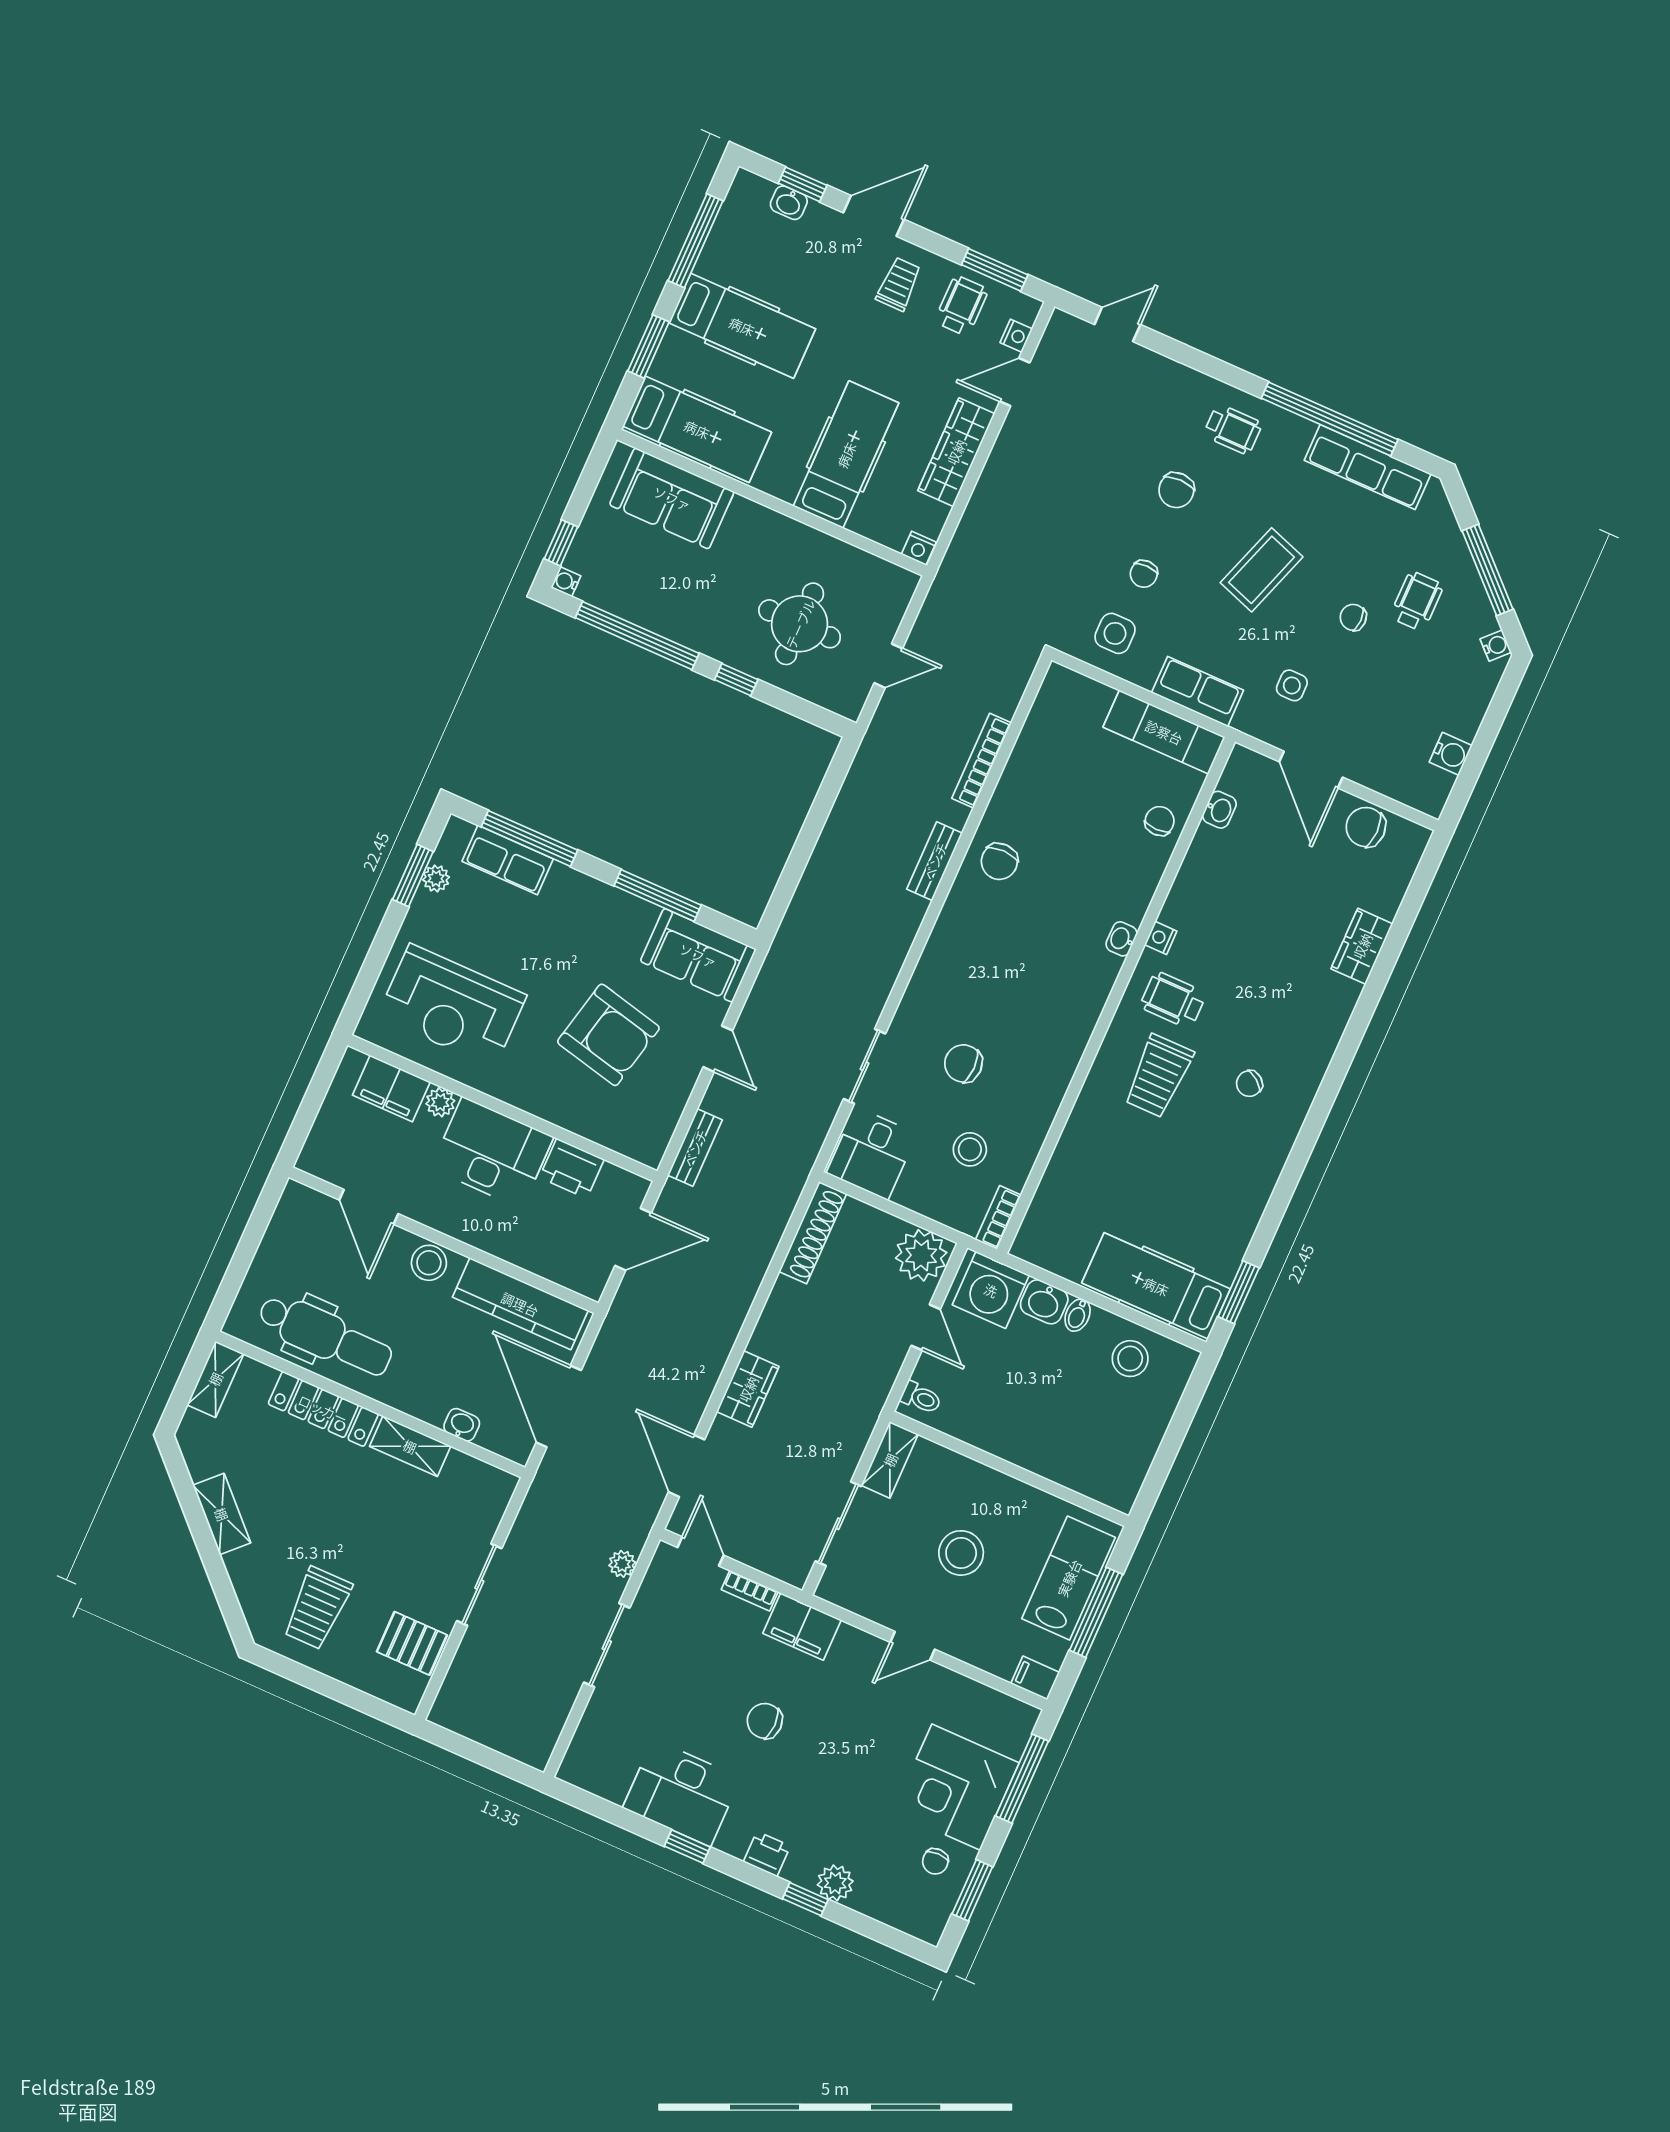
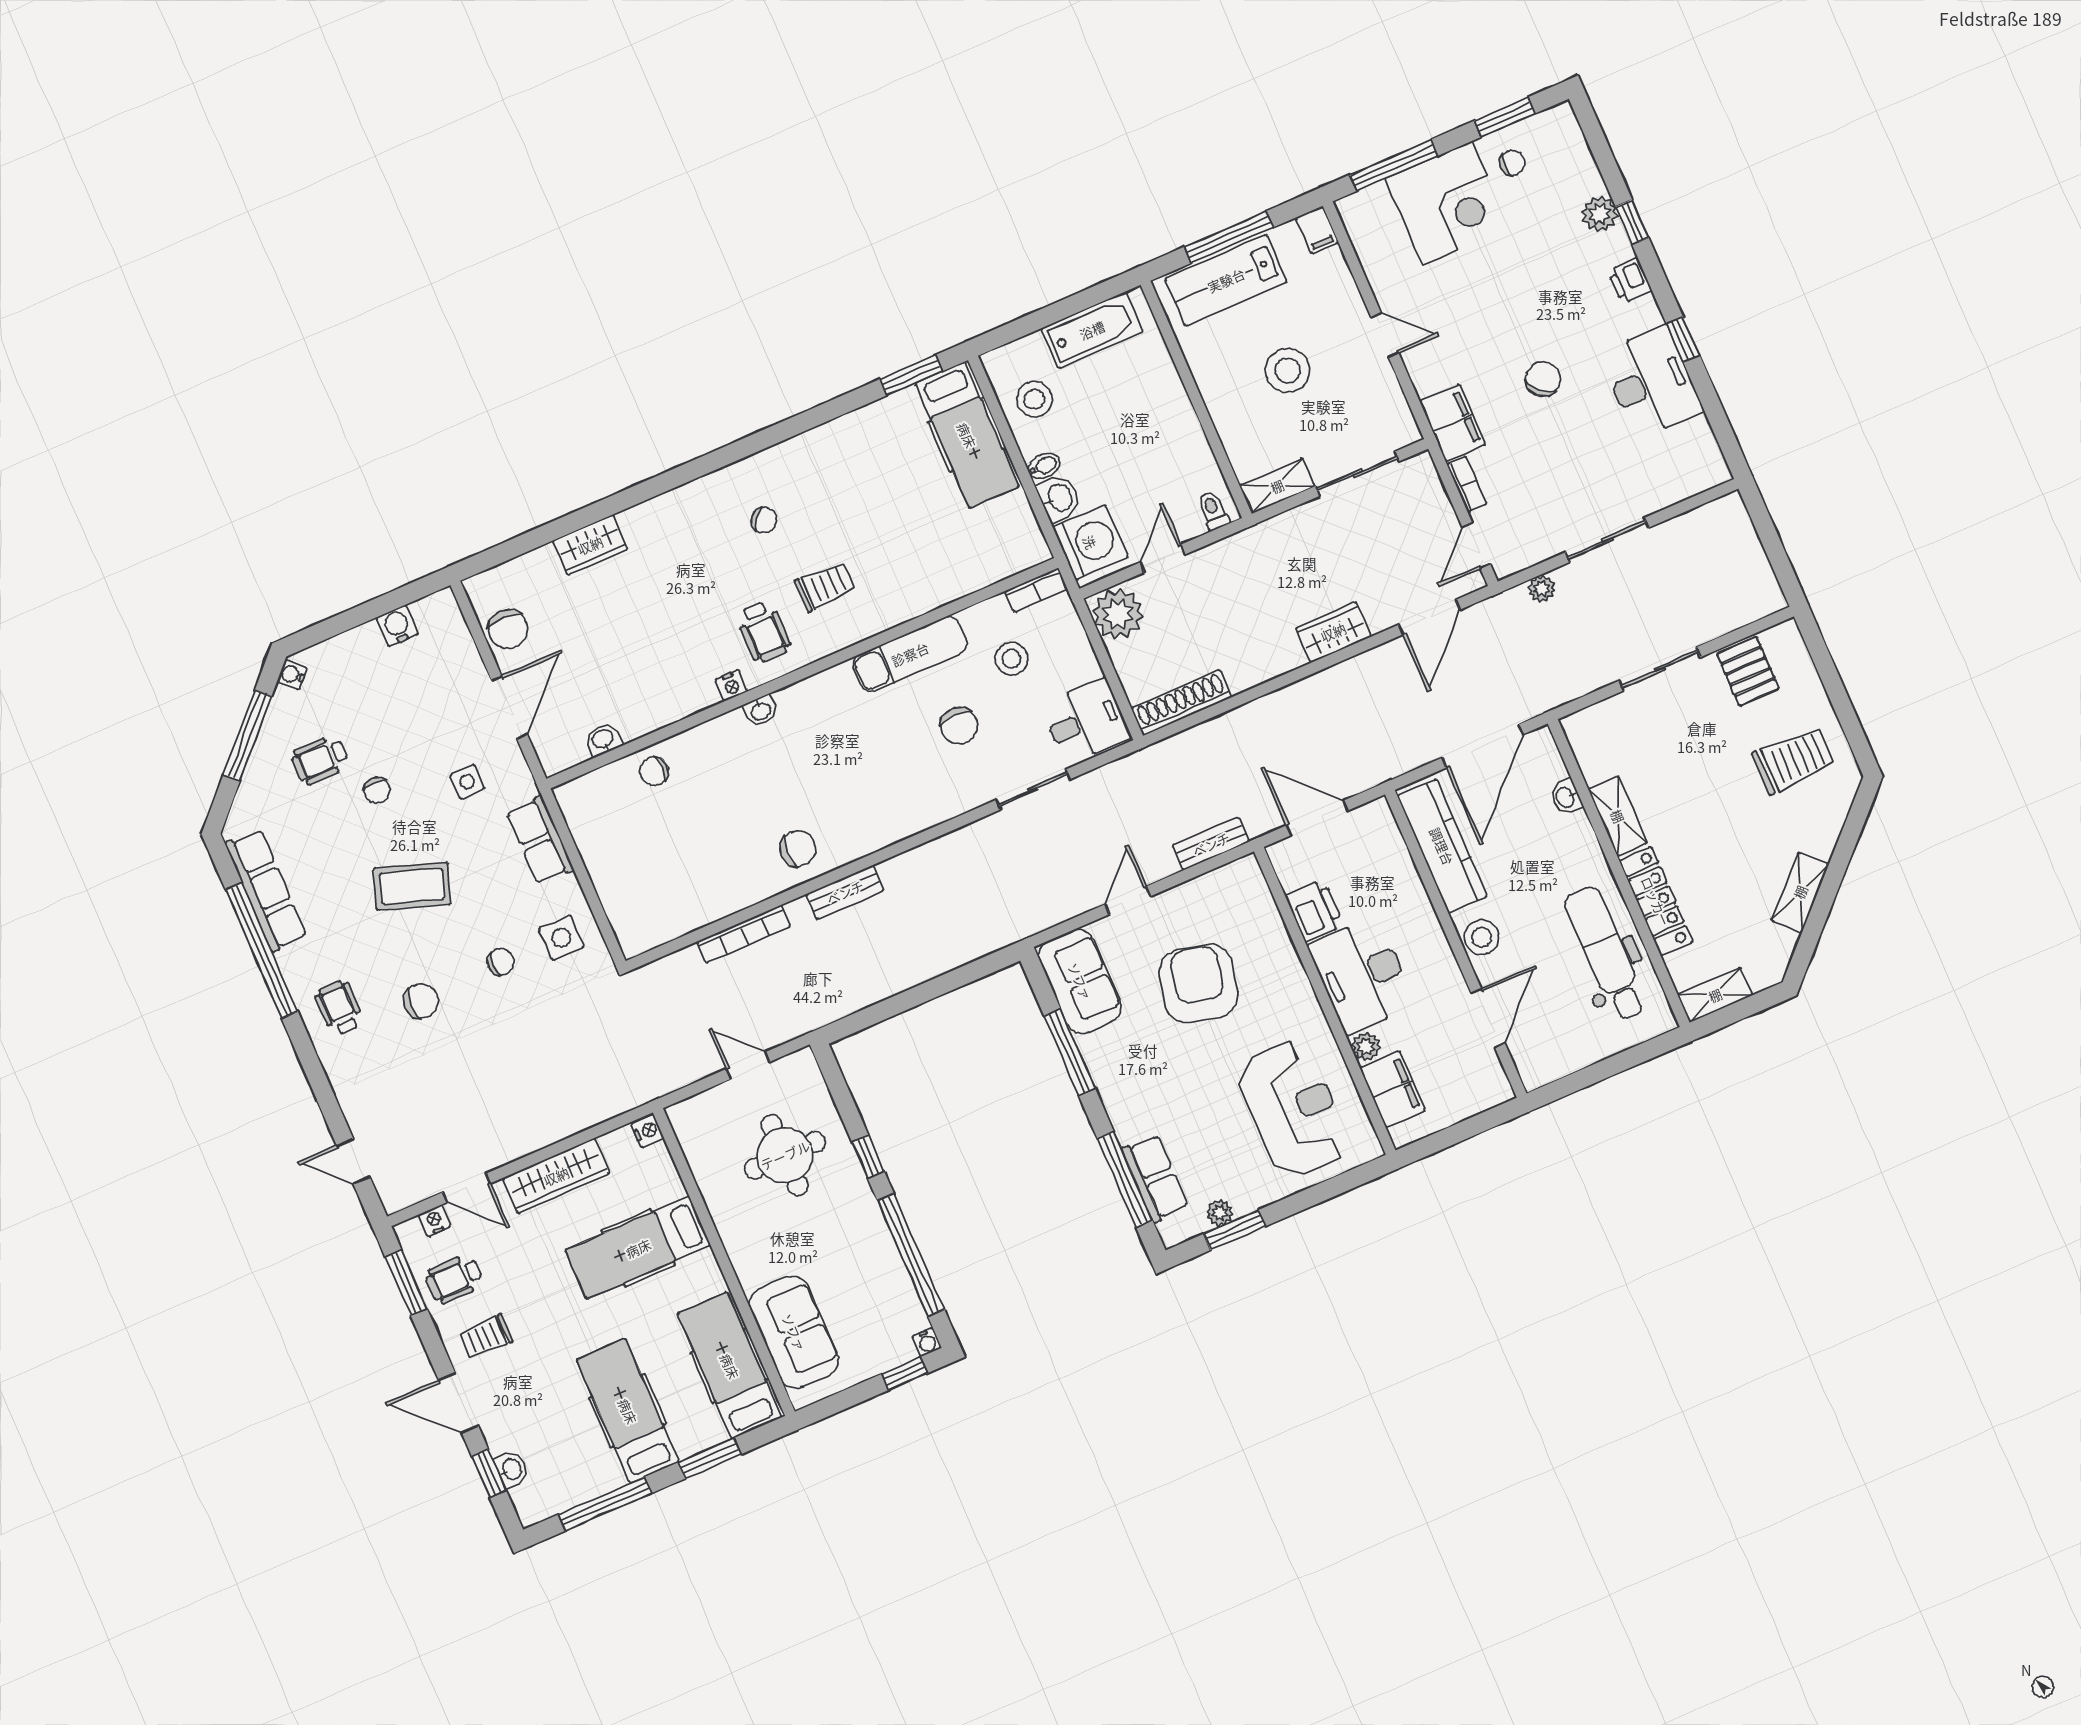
exam couch: (1164, 732) -> (910, 654), moved, turned 90
trolley: (1158, 1076) -> (825, 586), width x0.73, depth x0.72
bathtub: (1135, 1450) -> (1092, 330), added
chair: (765, 1721) -> (1543, 379), turned -136

